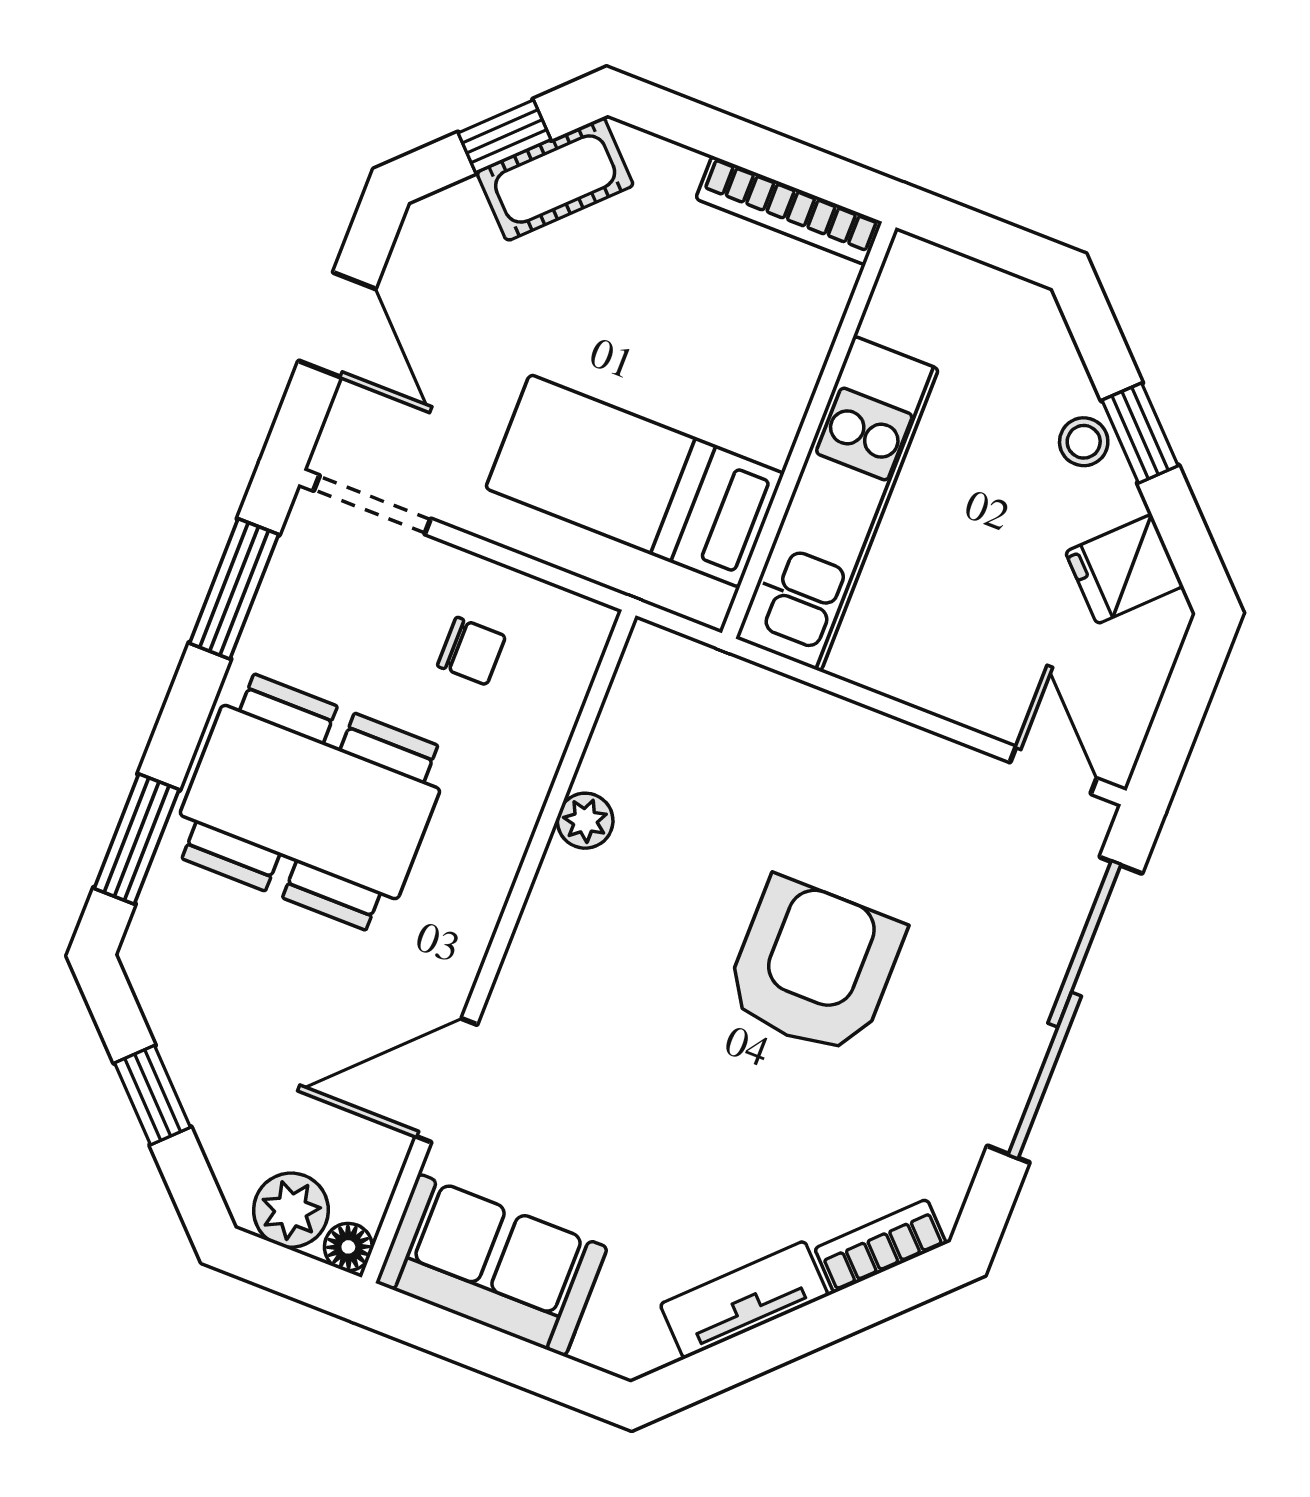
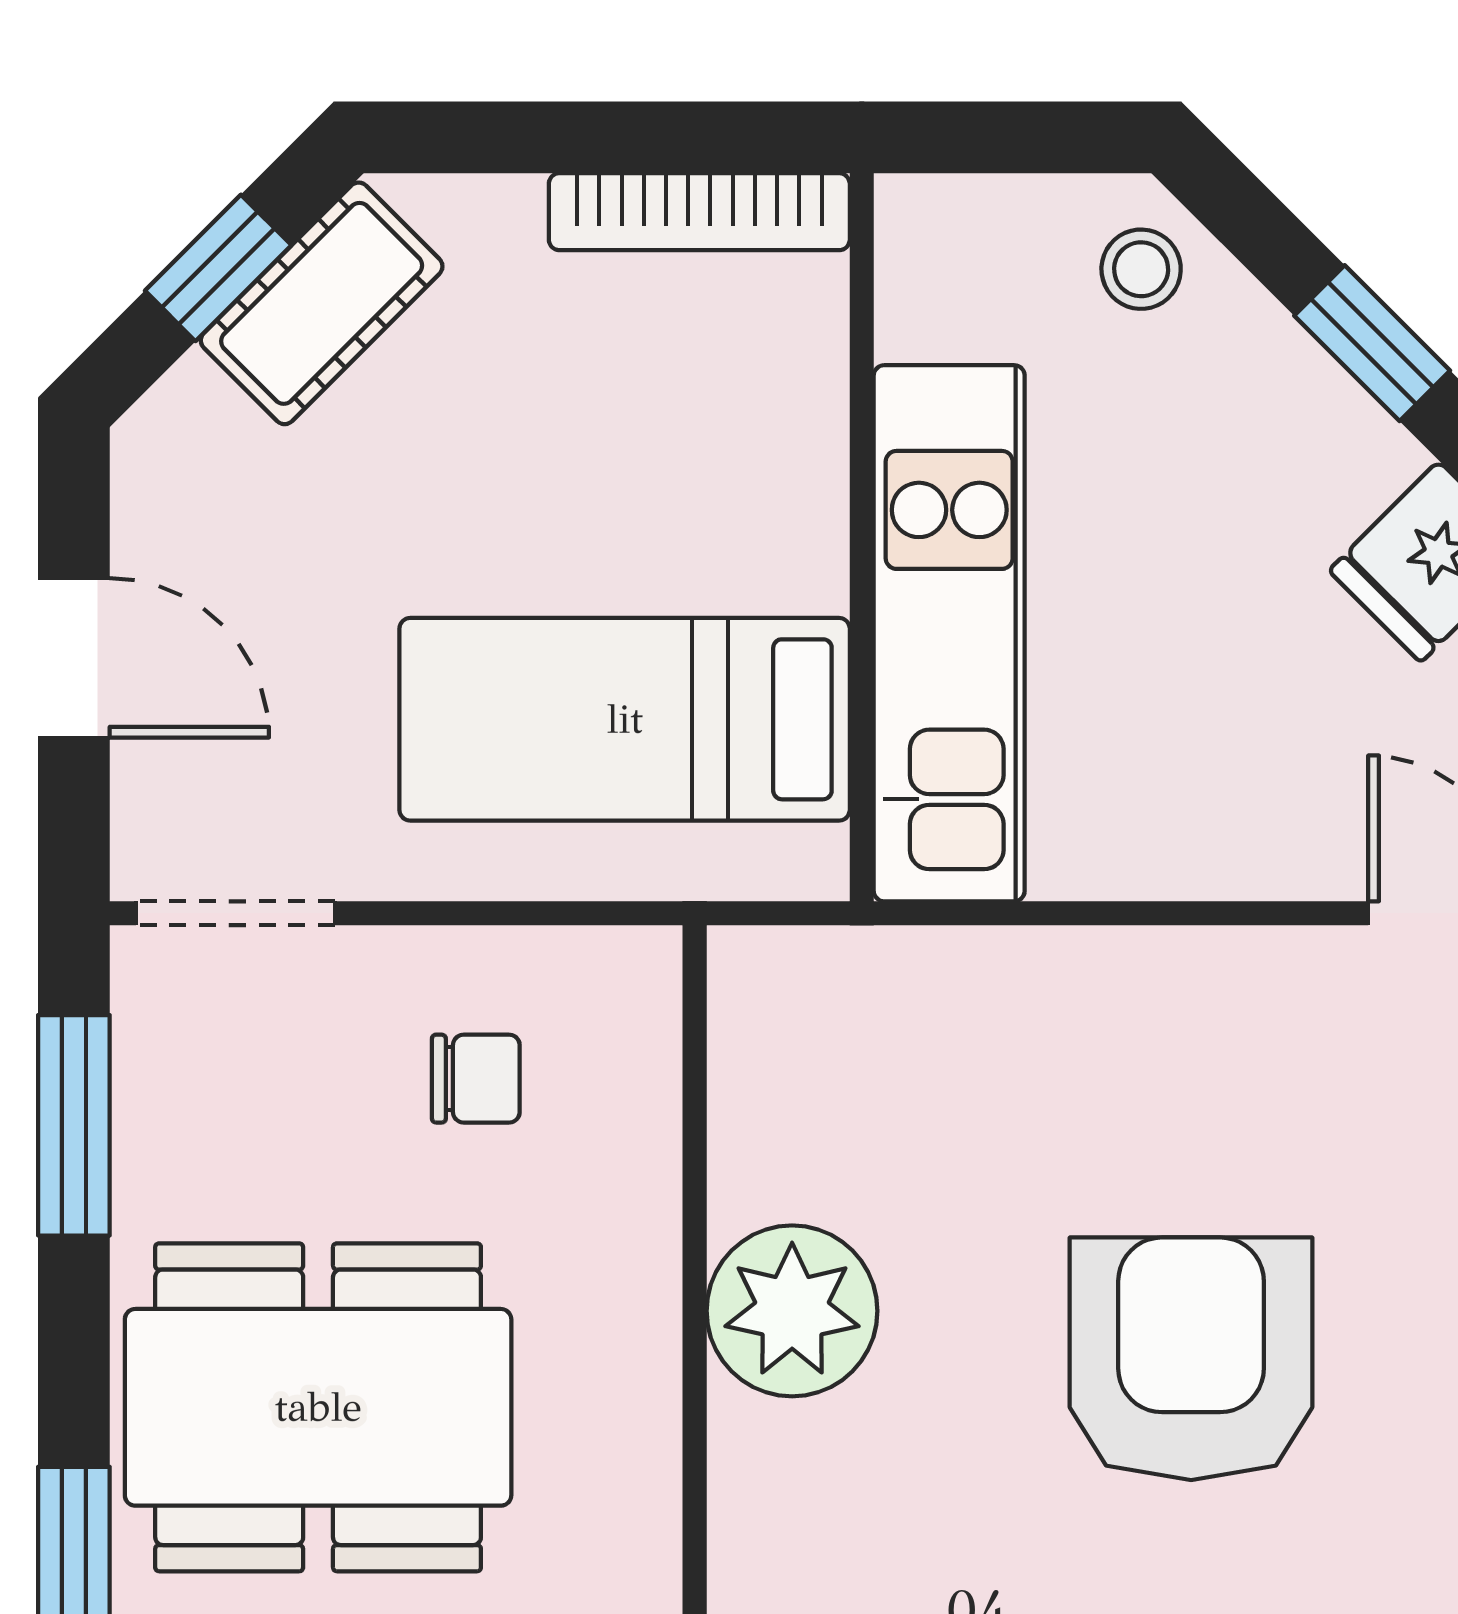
stool: (1084, 442) -> (1141, 269), moved
plant: (585, 821) -> (792, 1311), width x1.87, depth x1.87

